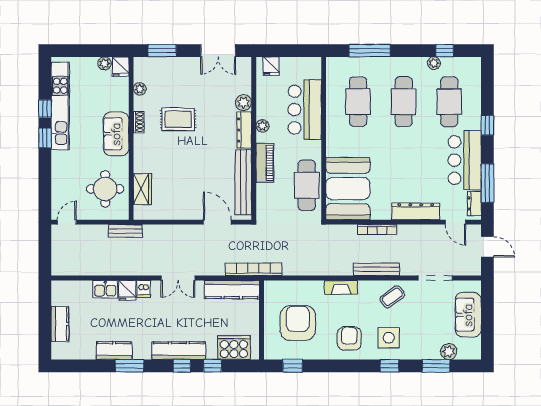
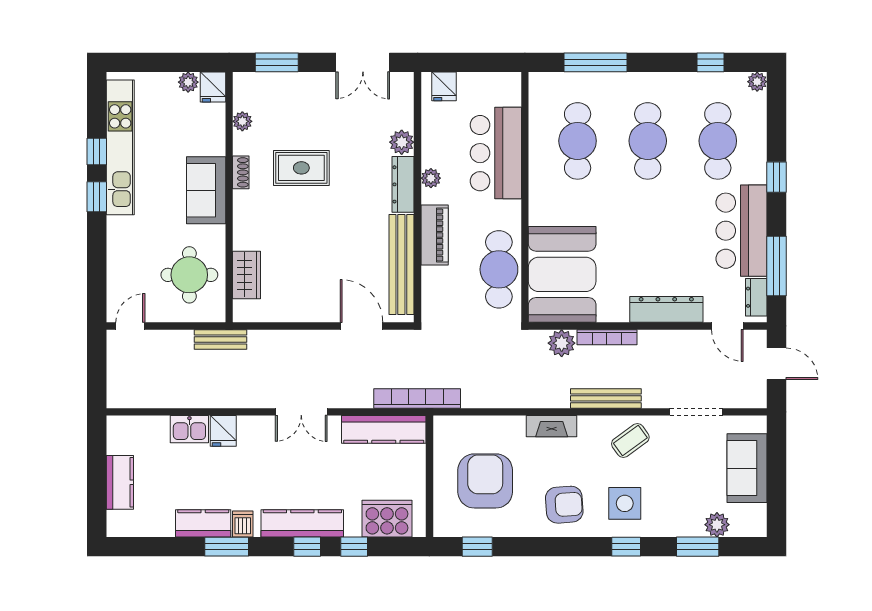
plant: (434, 63) -> (757, 82), moved
plant: (347, 233) -> (562, 343), added
dishwasher: (144, 289) -> (243, 524), moved, turned 180
armchair: (349, 339) -> (564, 505), turned 86

